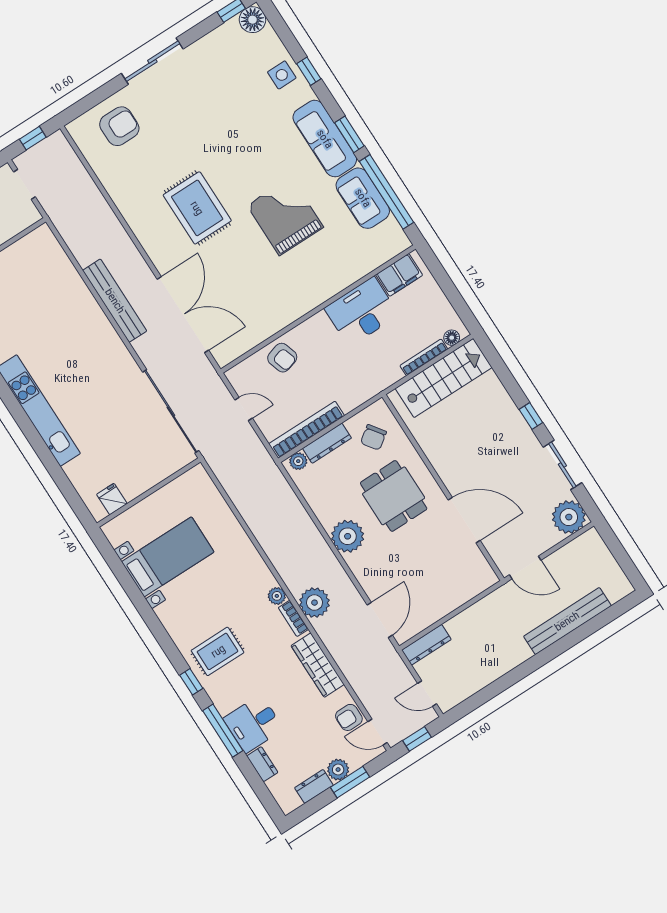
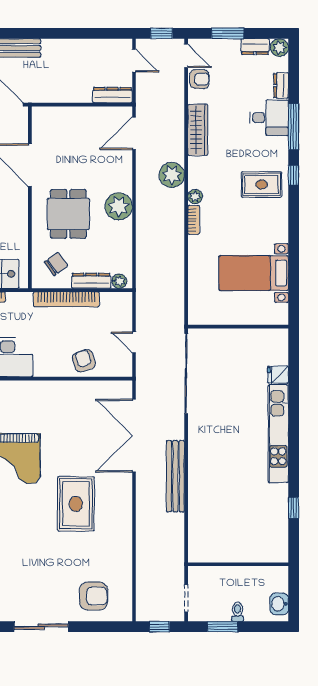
armchair: (119, 126) -> (93, 596), turned 180
bookcase: (307, 430) -> (66, 299), moved
fridge: (112, 499) -> (278, 375), moved, turned 90
bookcase: (293, 618) -> (194, 220), moved
plant: (338, 770) -> (279, 48), moved

